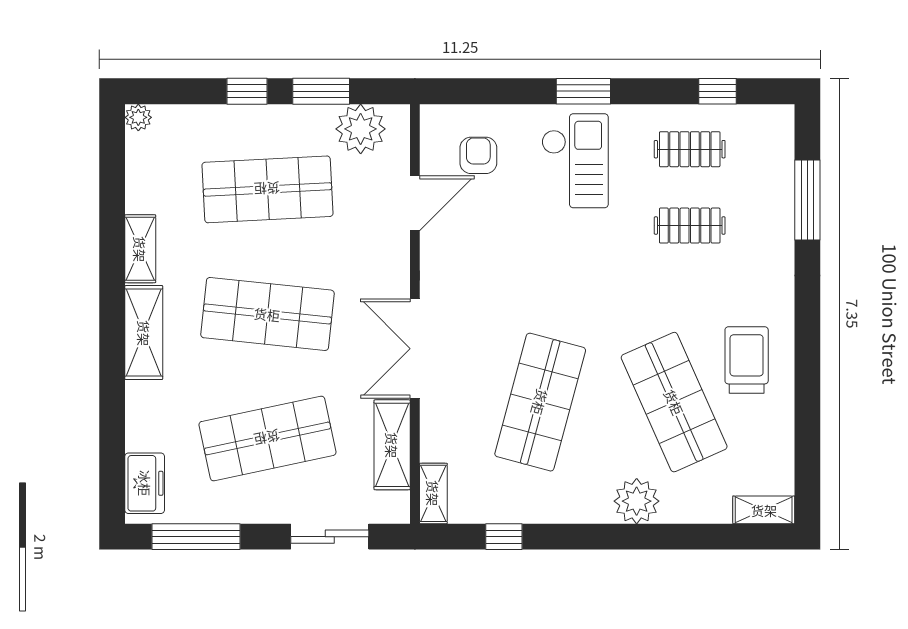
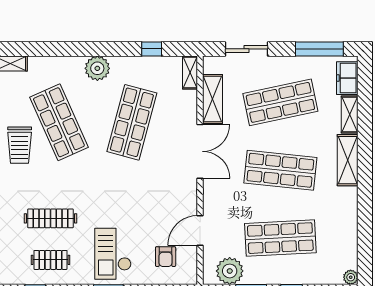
clothes rail: (690, 226) -> (50, 218), width x1.36
shelving: (140, 249) -> (350, 115), moved
plant: (637, 501) -> (97, 68), moved

